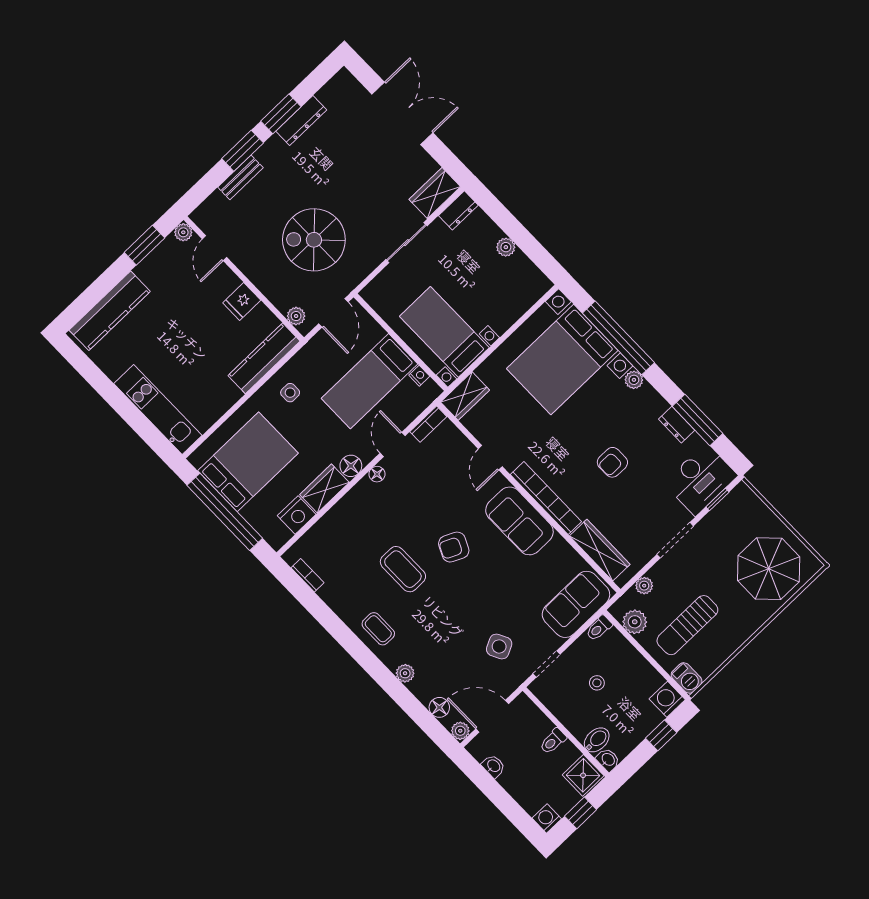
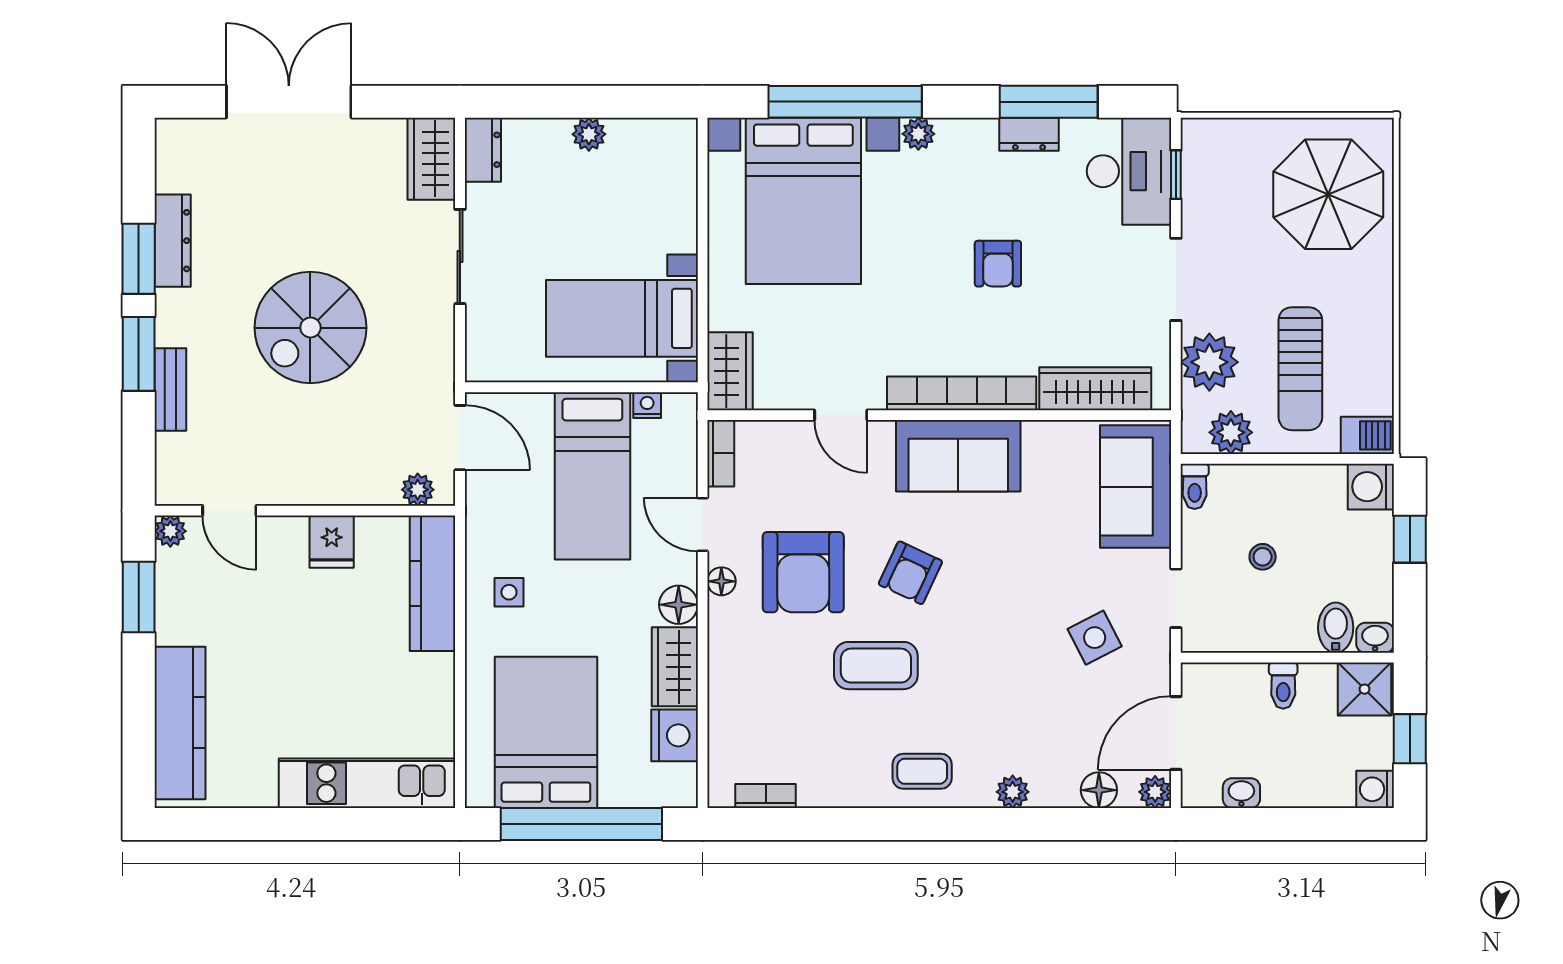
spiral stairs: (314, 240) -> (310, 328), moved
armchair: (412, 504) -> (803, 572), added
plant: (644, 586) -> (1209, 362), width x1.88, depth x1.88

